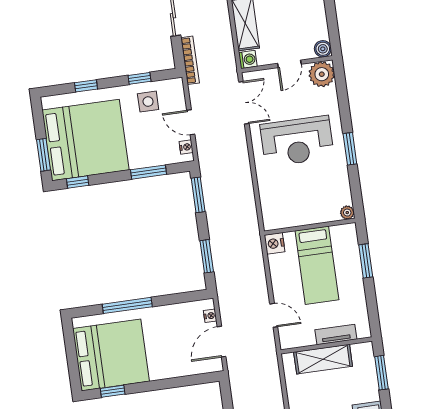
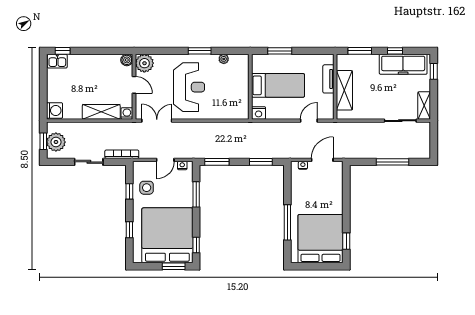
plant: (347, 213) -> (224, 59), moved
door: (222, 342) -> (322, 160), swing flipped

